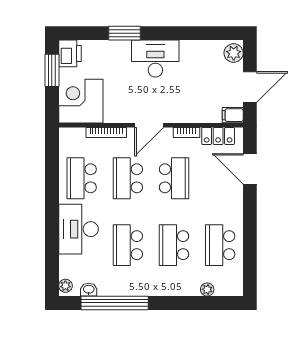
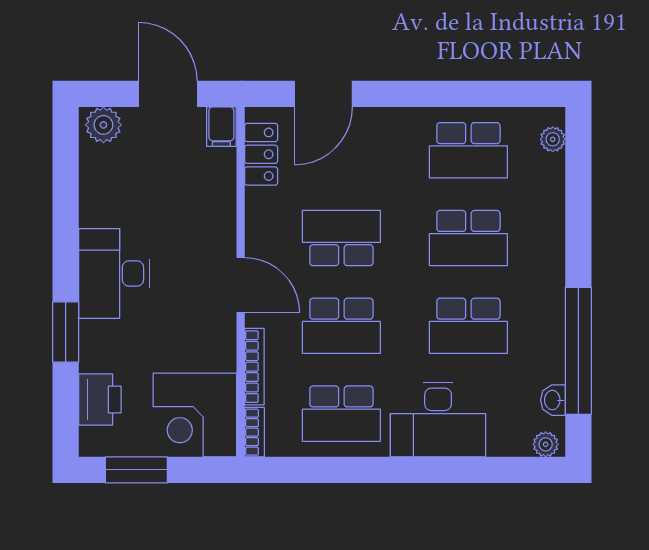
printer: (70, 53) -> (100, 400), moved, turned 90
bookcase: (186, 133) -> (254, 432), moved
plant: (207, 289) -> (553, 139), moved

